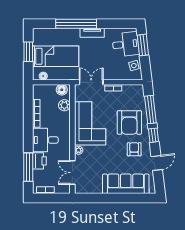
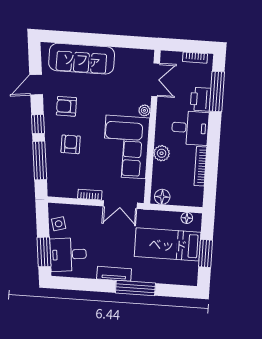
window: (76, 24) -> (135, 288), width x0.68
plant: (64, 105) -> (162, 153), moved
armchair: (129, 122) -> (71, 144), width x0.53, depth x0.53
armchair: (134, 149) -> (66, 106), turned 90

